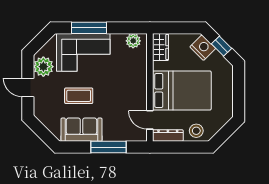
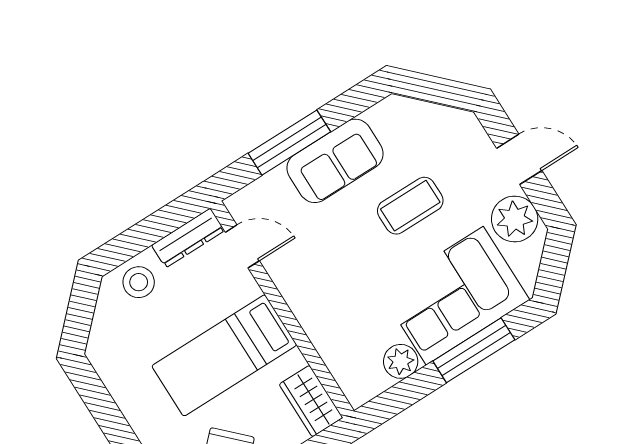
plant: (133, 41) -> (401, 361), moved
bed: (182, 91) -> (224, 355), width x0.67
sofa: (81, 130) -> (335, 161), moved

